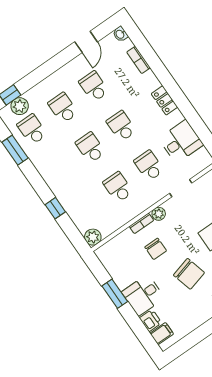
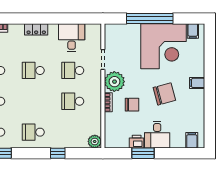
school desk: (90, 148) -> (33, 132), moved
plant: (159, 214) -> (114, 82), width x1.88, depth x1.88
printer: (151, 320) -> (137, 142), moved

